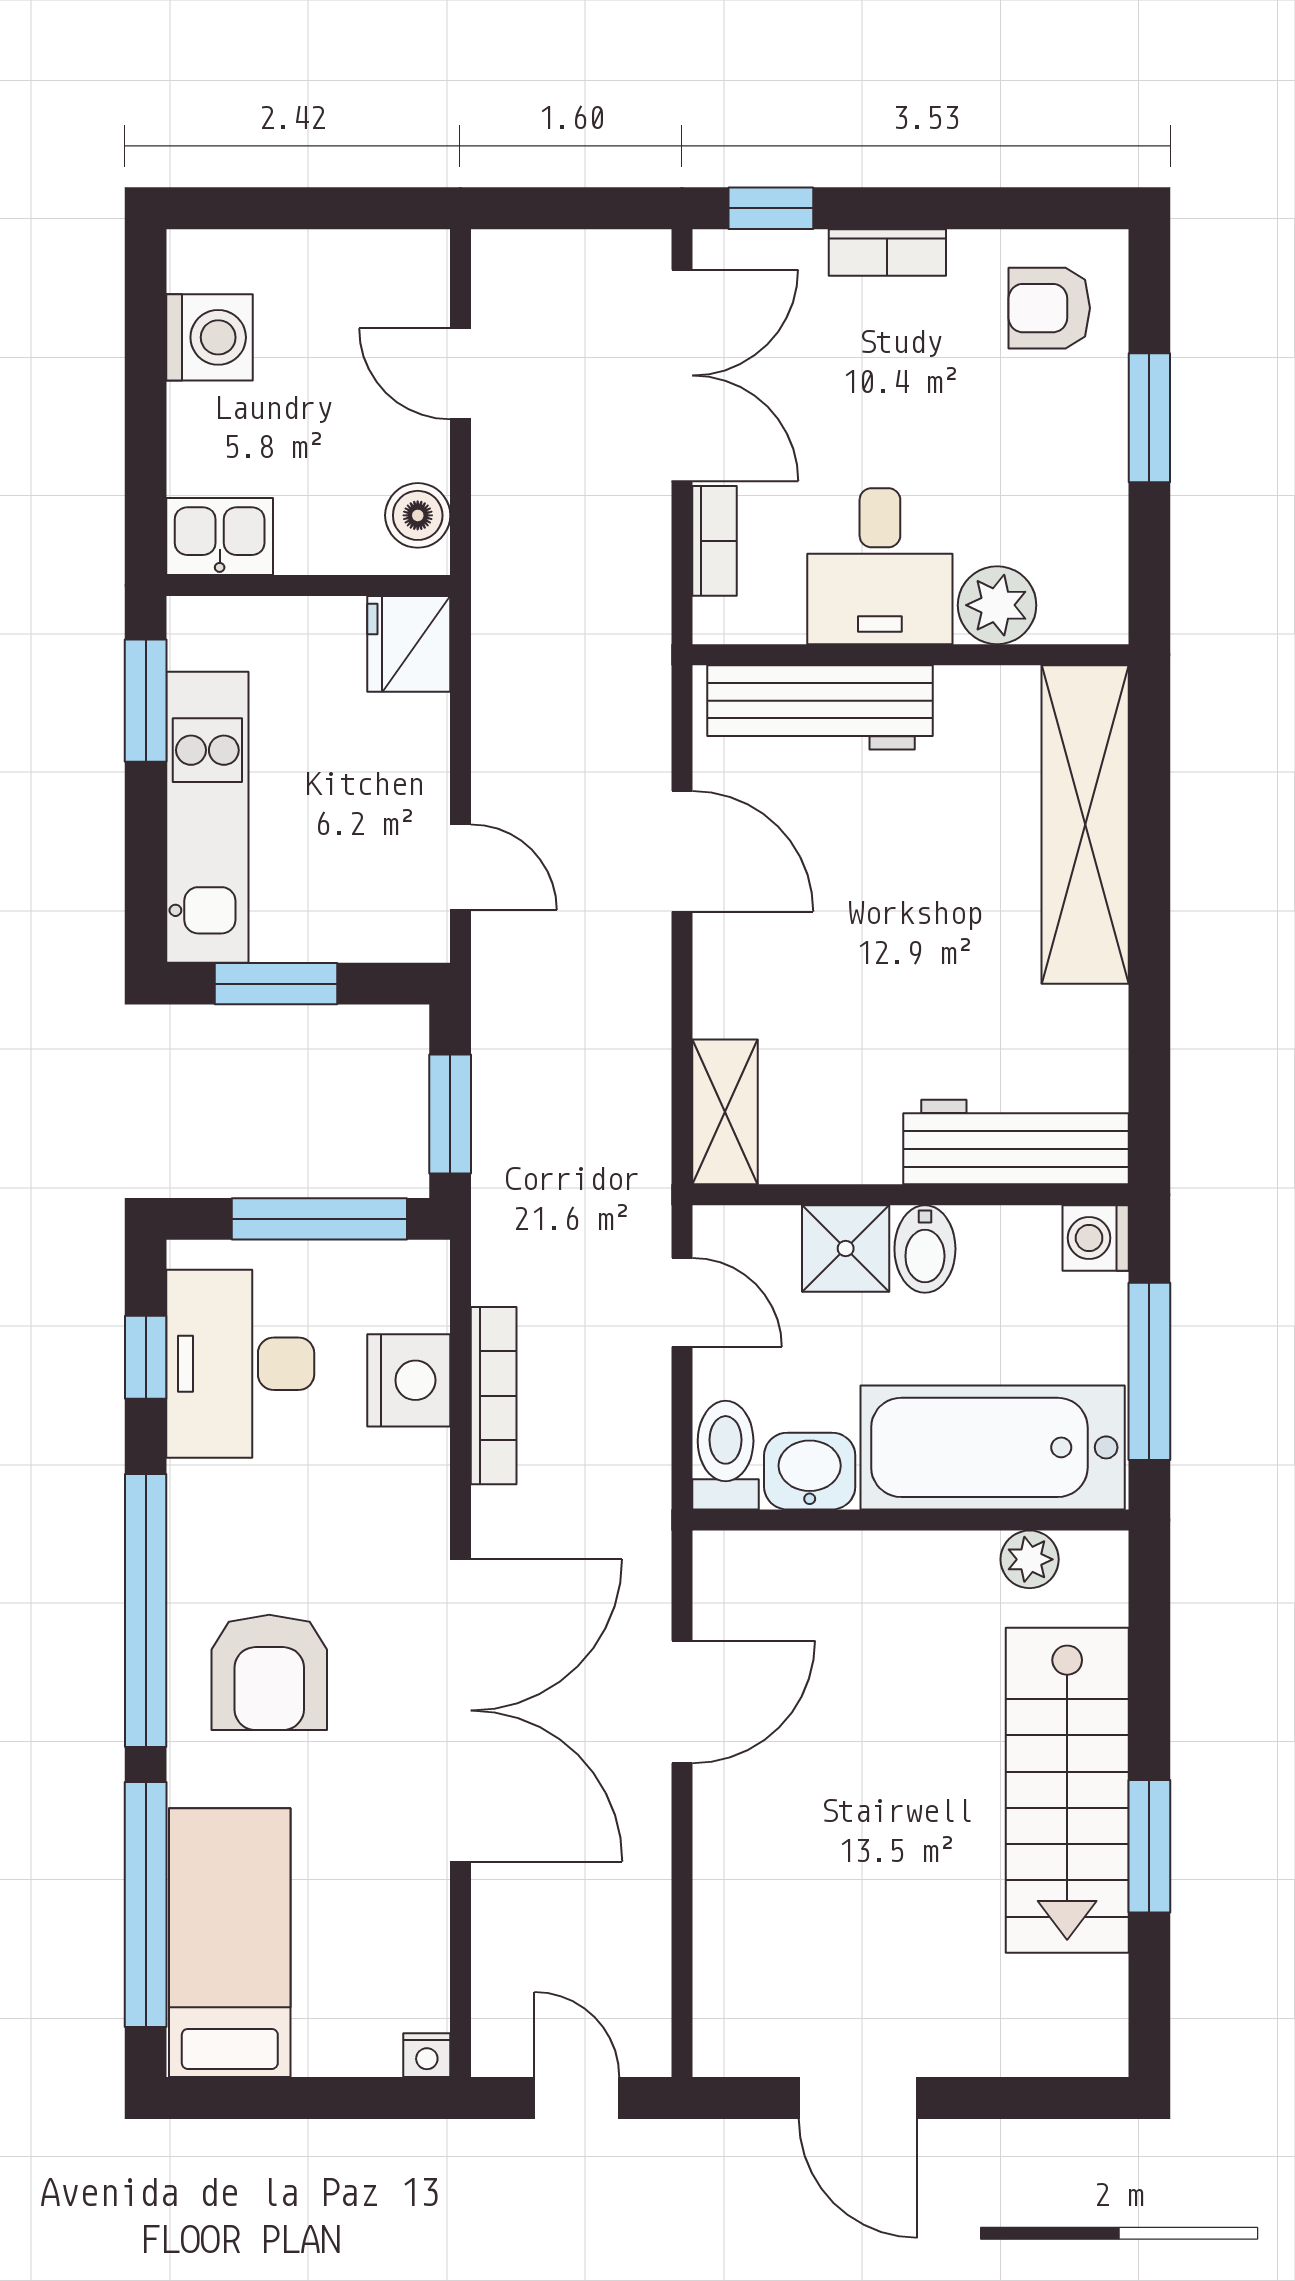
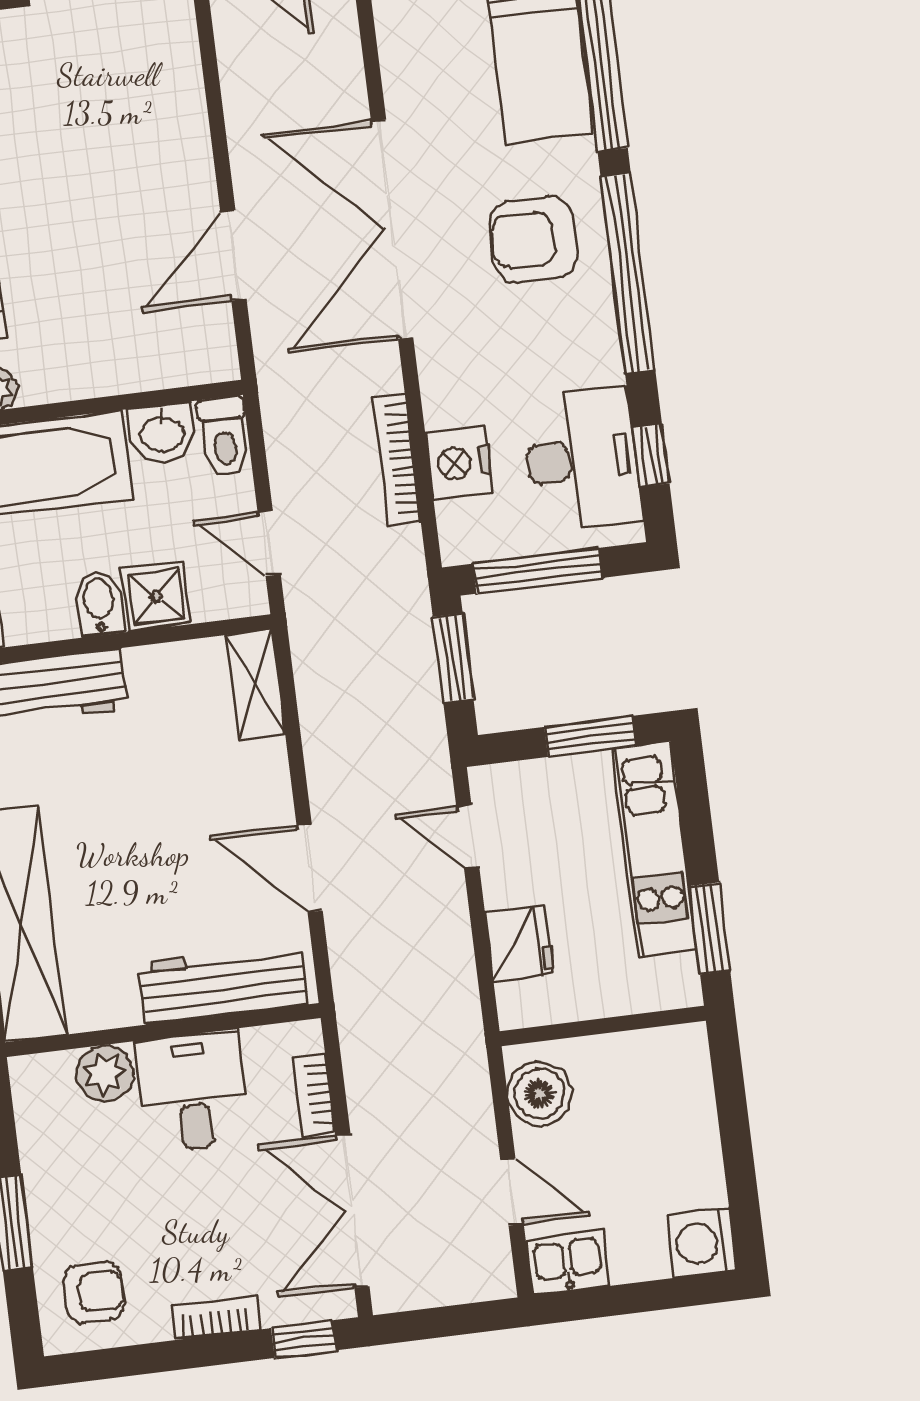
washing machine: (210, 337) -> (702, 1243), moved
boiler: (418, 515) -> (540, 1094), width x1.36, depth x1.36
kitchen sink: (220, 537) -> (567, 1263), moved, turned 180
fridge: (409, 644) -> (519, 943), moved
armchair: (269, 1672) -> (533, 240), turned -90

